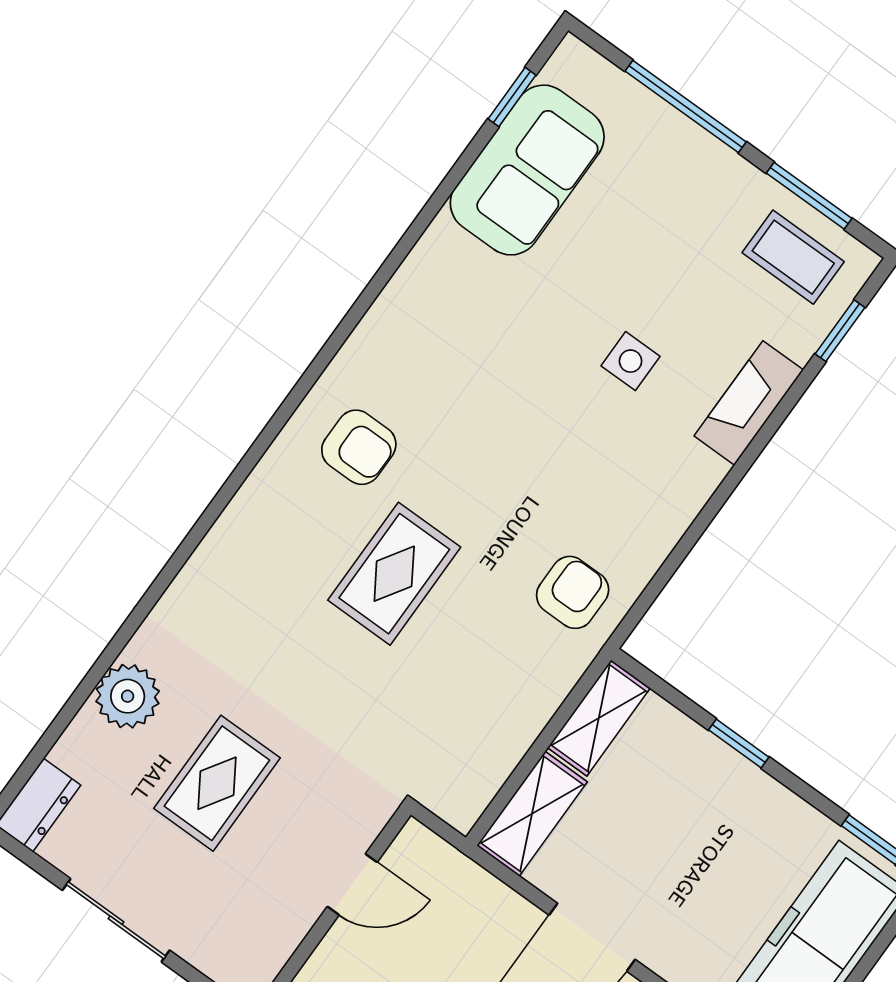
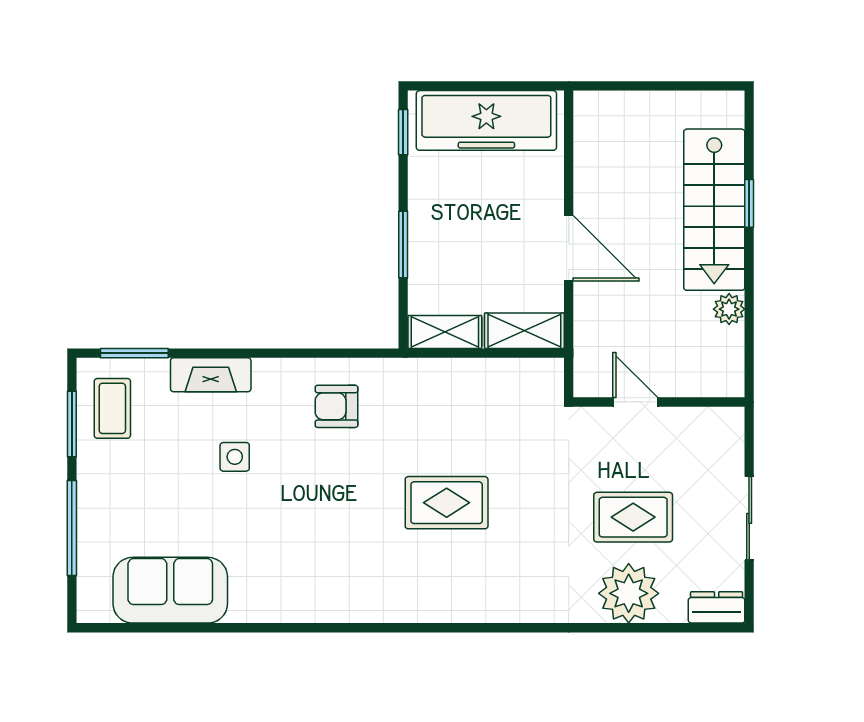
window: (512, 97) -> (136, 628), removed
window: (840, 331) -> (134, 353), width x1.50
armchair: (359, 447) -> (391, 573), removed
armchair: (573, 592) -> (336, 406), moved
plant: (128, 696) -> (629, 593), width x1.36, depth x1.36
window: (739, 743) -> (403, 244), width x1.50

